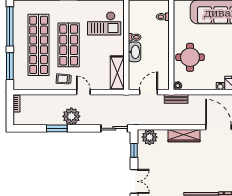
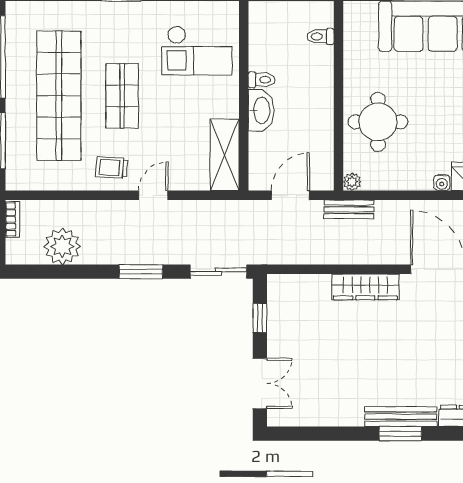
shop shelf: (69, 45) -> (122, 96), width x0.70, depth x0.74
door: (83, 92) -> (153, 195), hinge flipped
plant: (71, 116) -> (62, 246), moved
window: (57, 128) -> (141, 272), moved
plant: (150, 137) -> (293, 290), removed

